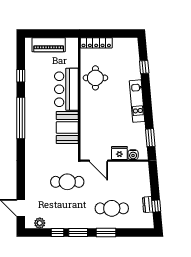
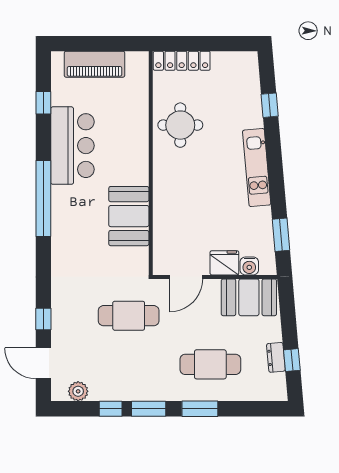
window: (21, 76) -> (43, 103), moved
bar counter: (66, 89) -> (72, 146), moved, turned 180
door: (98, 161) -> (186, 277), hinge flipped
booth: (133, 172) -> (249, 297), added
window: (21, 184) -> (43, 319), added

